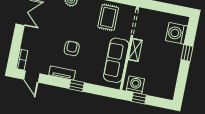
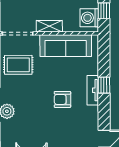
tv unit: (62, 73) -> (93, 90), moved

